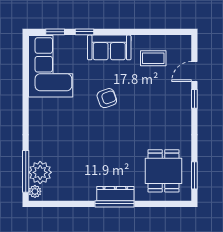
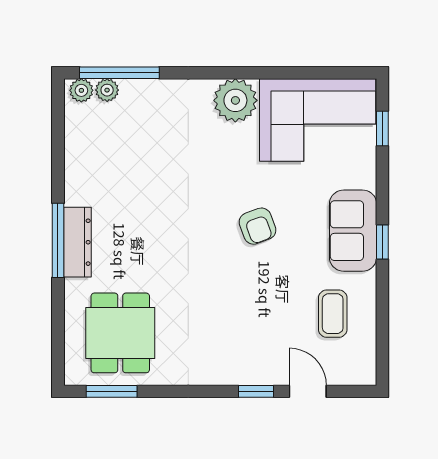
window: (84, 32) -> (382, 242), moved
plant: (40, 110) -> (235, 100), added
dining table: (163, 171) -> (120, 333), turned 90
plant: (40, 172) -> (107, 90), width x0.53, depth x0.53

